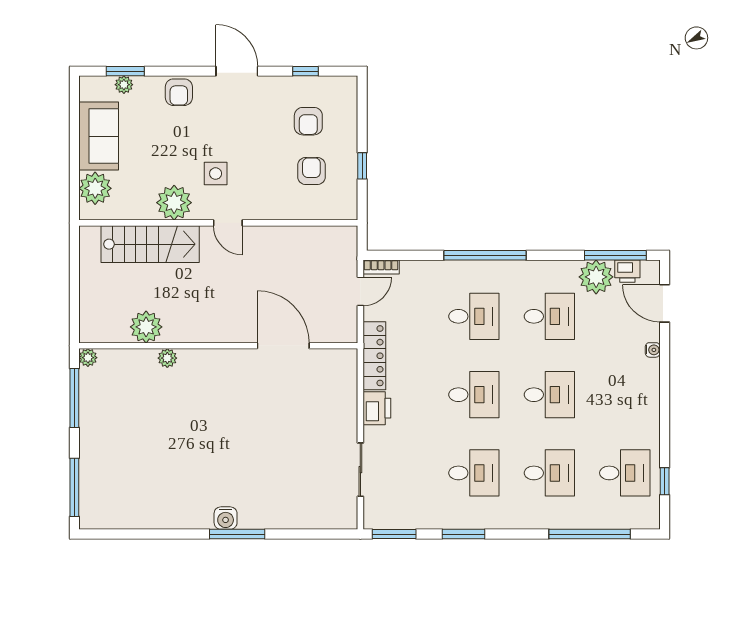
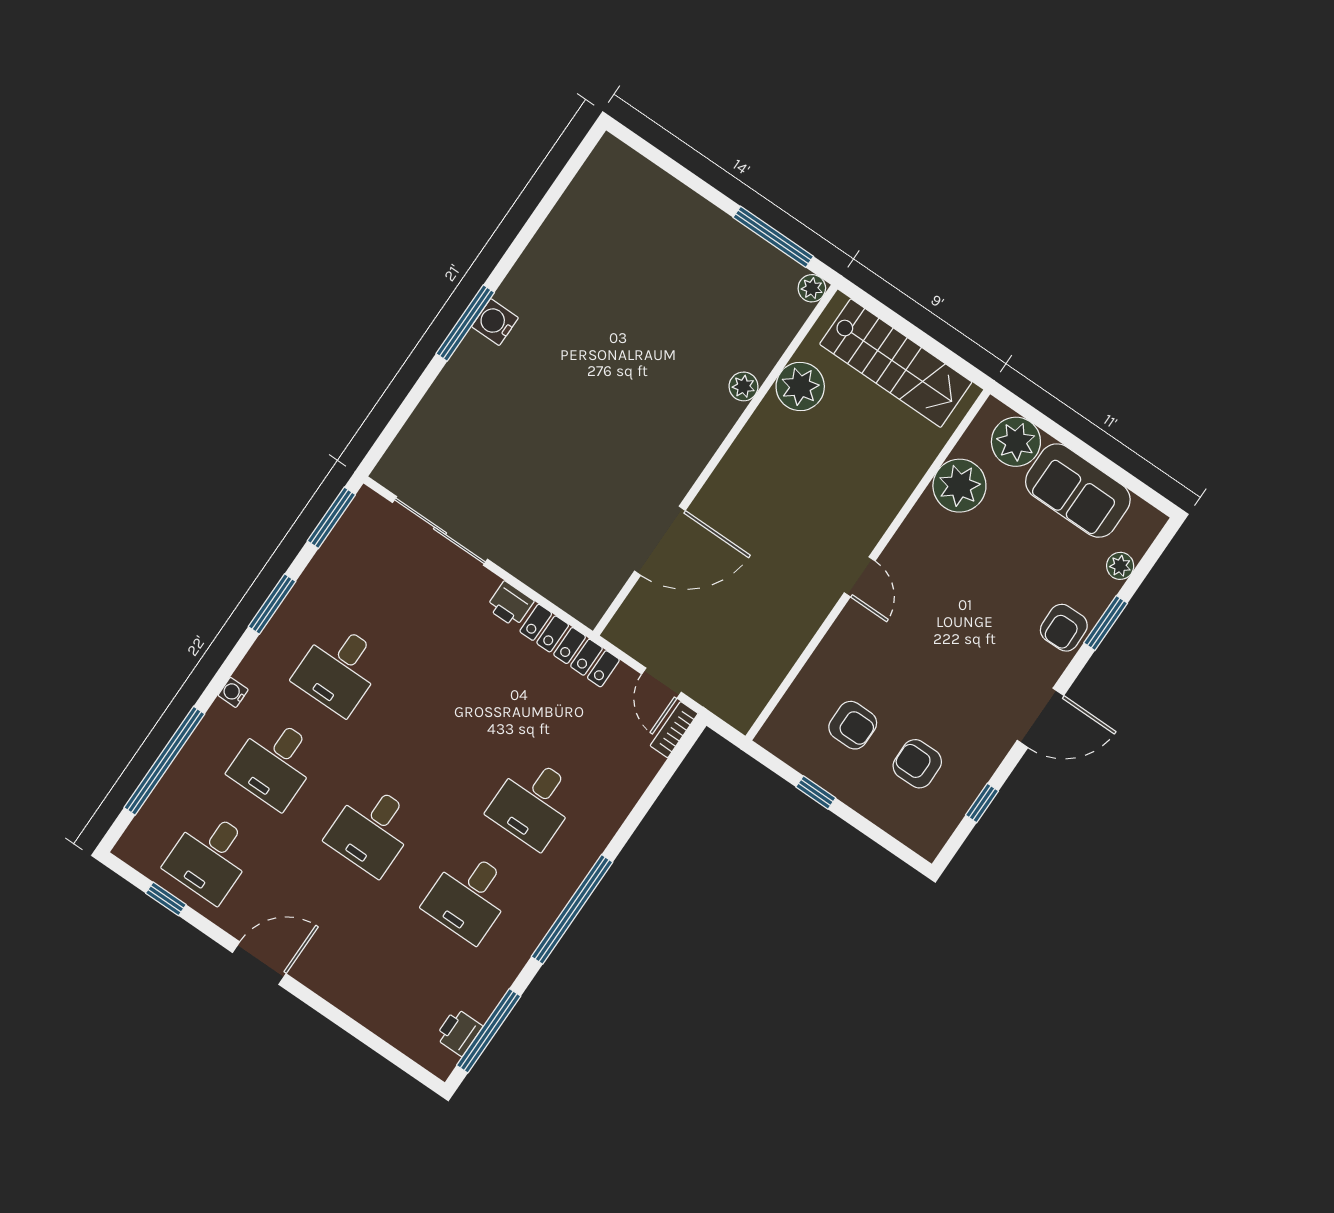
window: (125, 71) -> (1106, 623), moved
armchair: (179, 92) -> (1064, 628), turned -91
side table: (216, 174) -> (931, 604), removed
plant: (174, 203) -> (959, 486), moved
door: (228, 223) -> (860, 577), swing flipped
stairs: (150, 244) -> (896, 363), moved, turned -90
window: (485, 255) -> (572, 909), moved
plant: (596, 277) -> (478, 988), removed
door: (665, 303) -> (259, 963), moved
water cooler: (653, 350) -> (233, 692), moved, turned 90
desk: (474, 395) -> (436, 736), removed
printer: (377, 408) -> (510, 604), width x0.73, depth x0.81
sliding door: (360, 470) -> (440, 531), width x1.37
window: (74, 487) -> (662, 160), removed

